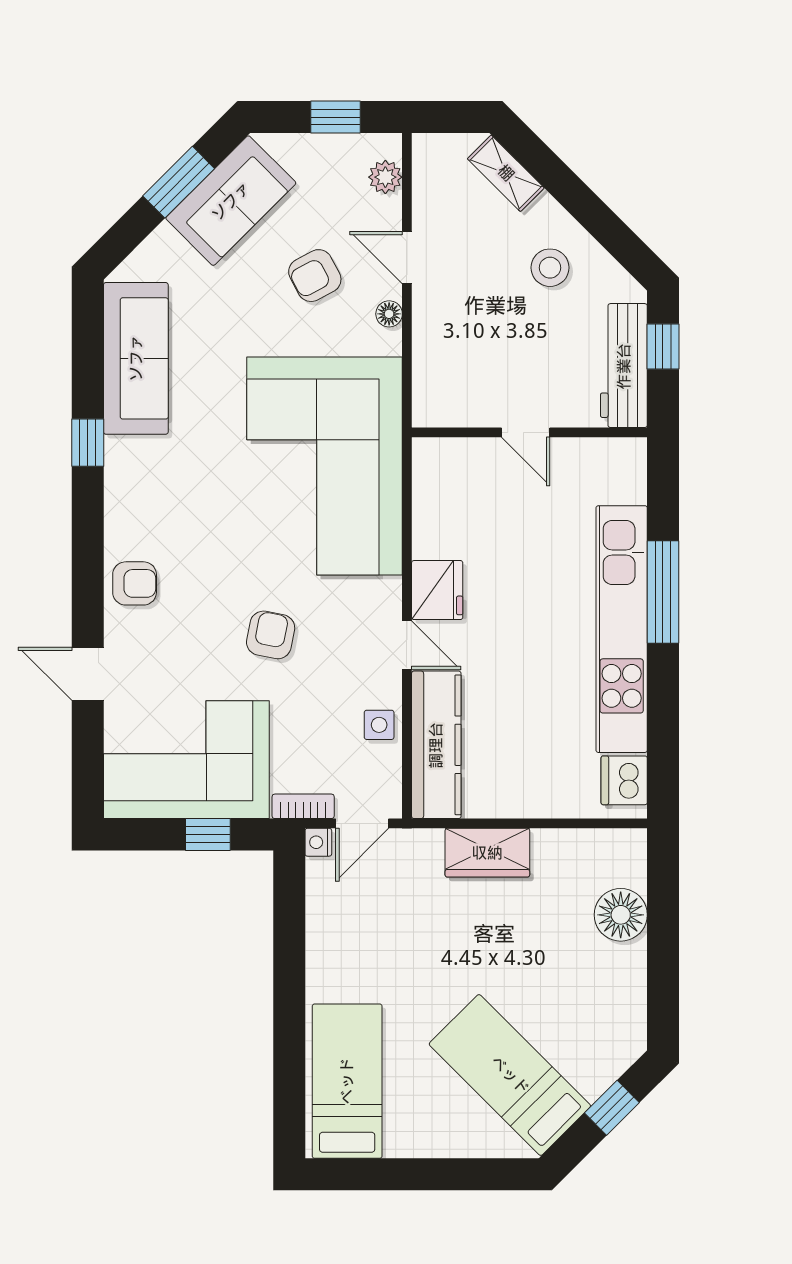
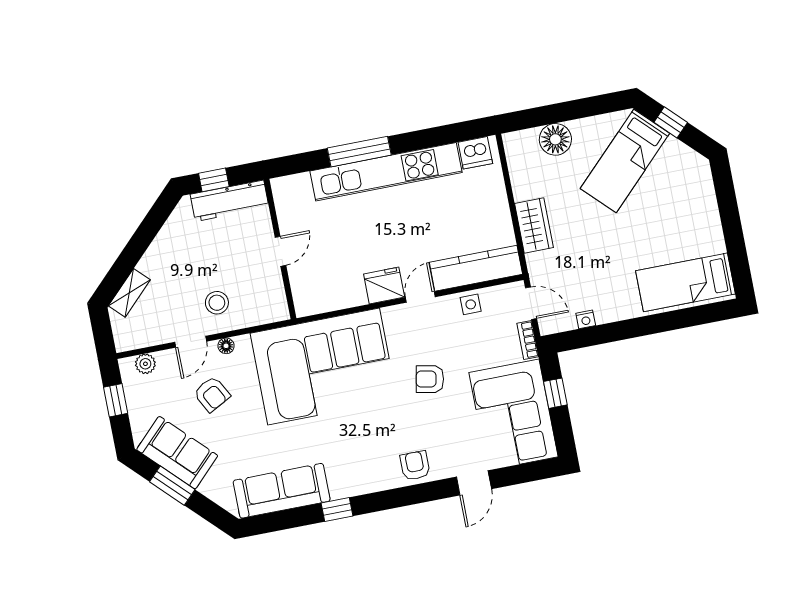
stool: (550, 268) -> (217, 303), moved
nightstand: (318, 842) -> (586, 319), moved
bed: (510, 1075) -> (625, 161), moved

